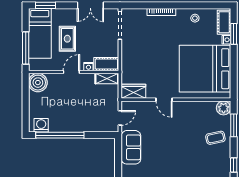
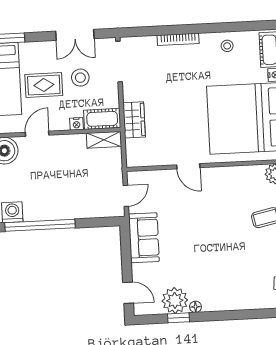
stool: (93, 35) -> (80, 78), added
rug: (67, 39) -> (44, 85), turned 90
door: (71, 72) -> (37, 134), moved
wardrobe: (133, 91) -> (134, 120), moved, turned 90

